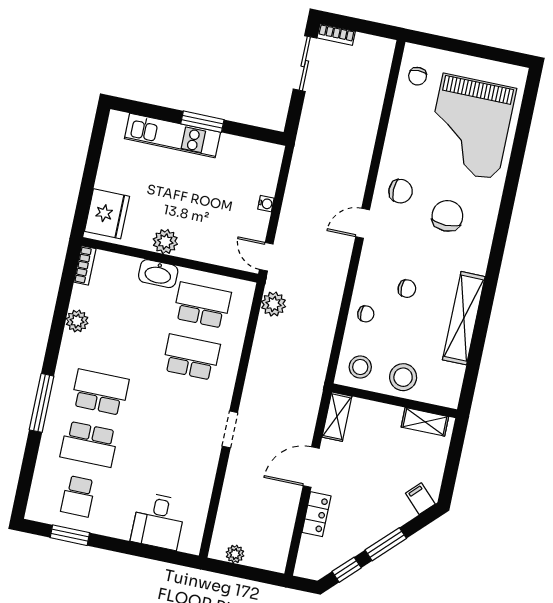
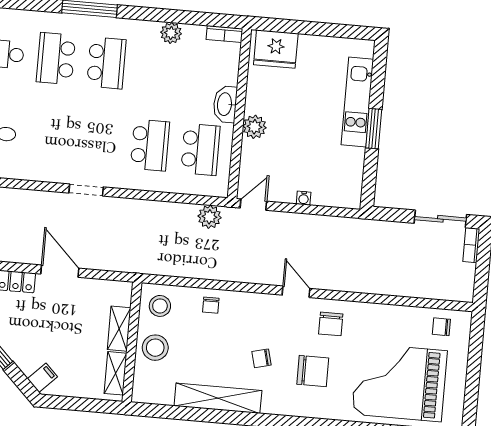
plant: (165, 242) -> (254, 127), moved
chair: (407, 289) -> (261, 358), moved, turned 76
shelving: (337, 417) -> (119, 329), moved, turned 90

